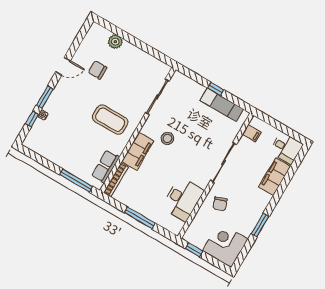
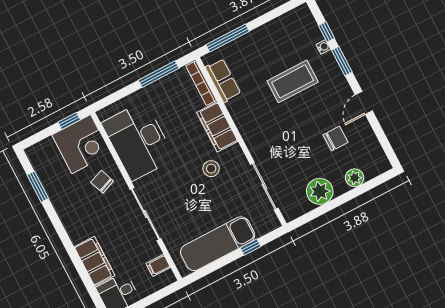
plant: (138, 59) -> (320, 191), added
window: (216, 89) -> (251, 247), moved
exam couch: (222, 105) -> (218, 244), width x1.36, depth x1.45
coffee table: (110, 120) -> (293, 81), moved
desk: (183, 199) -> (138, 141), width x1.36, depth x1.30
window: (140, 218) -> (159, 74), moved
window: (260, 225) -> (38, 187), moved
corner desk: (225, 245) -> (81, 144), moved

